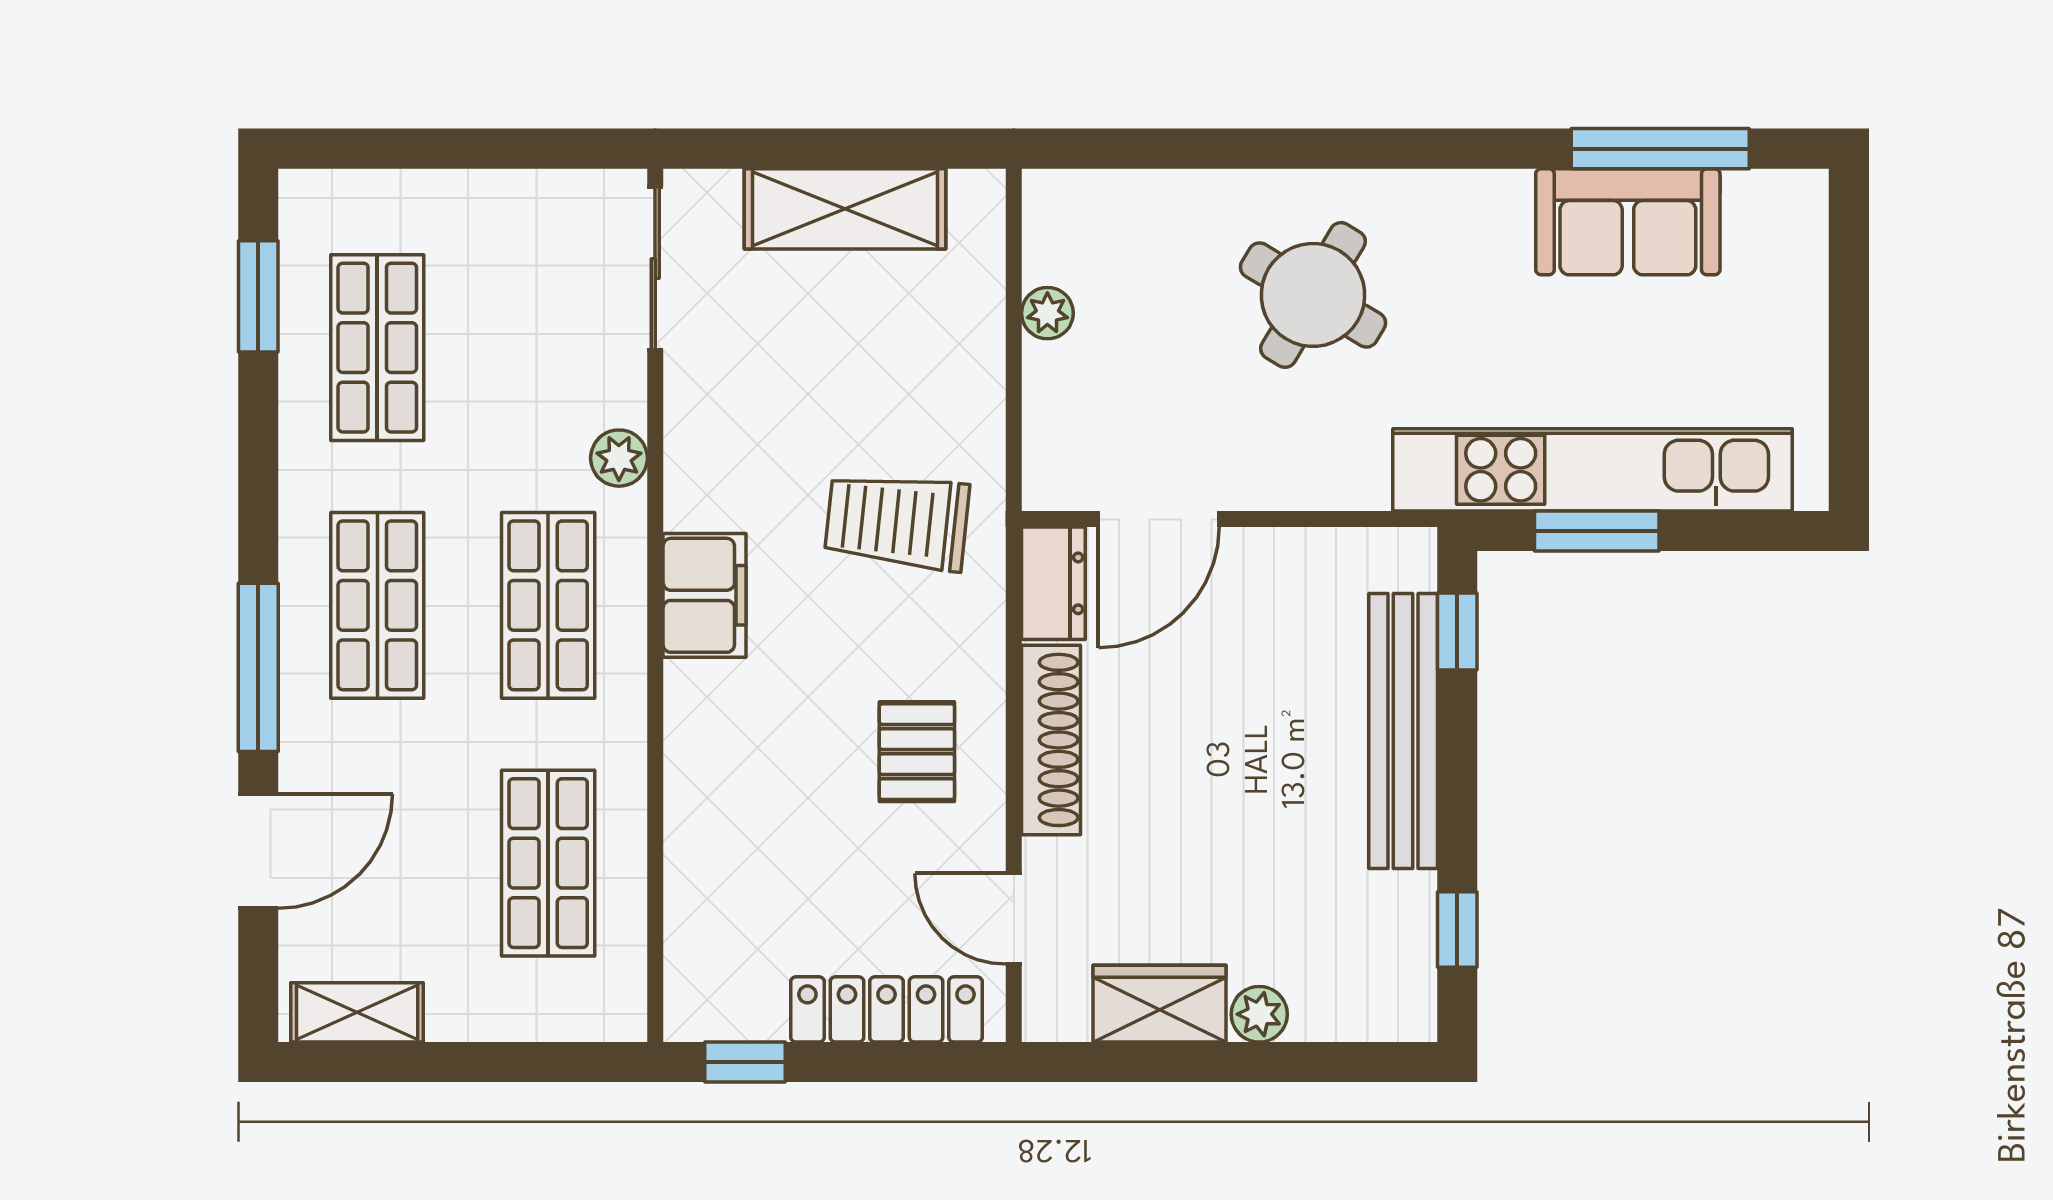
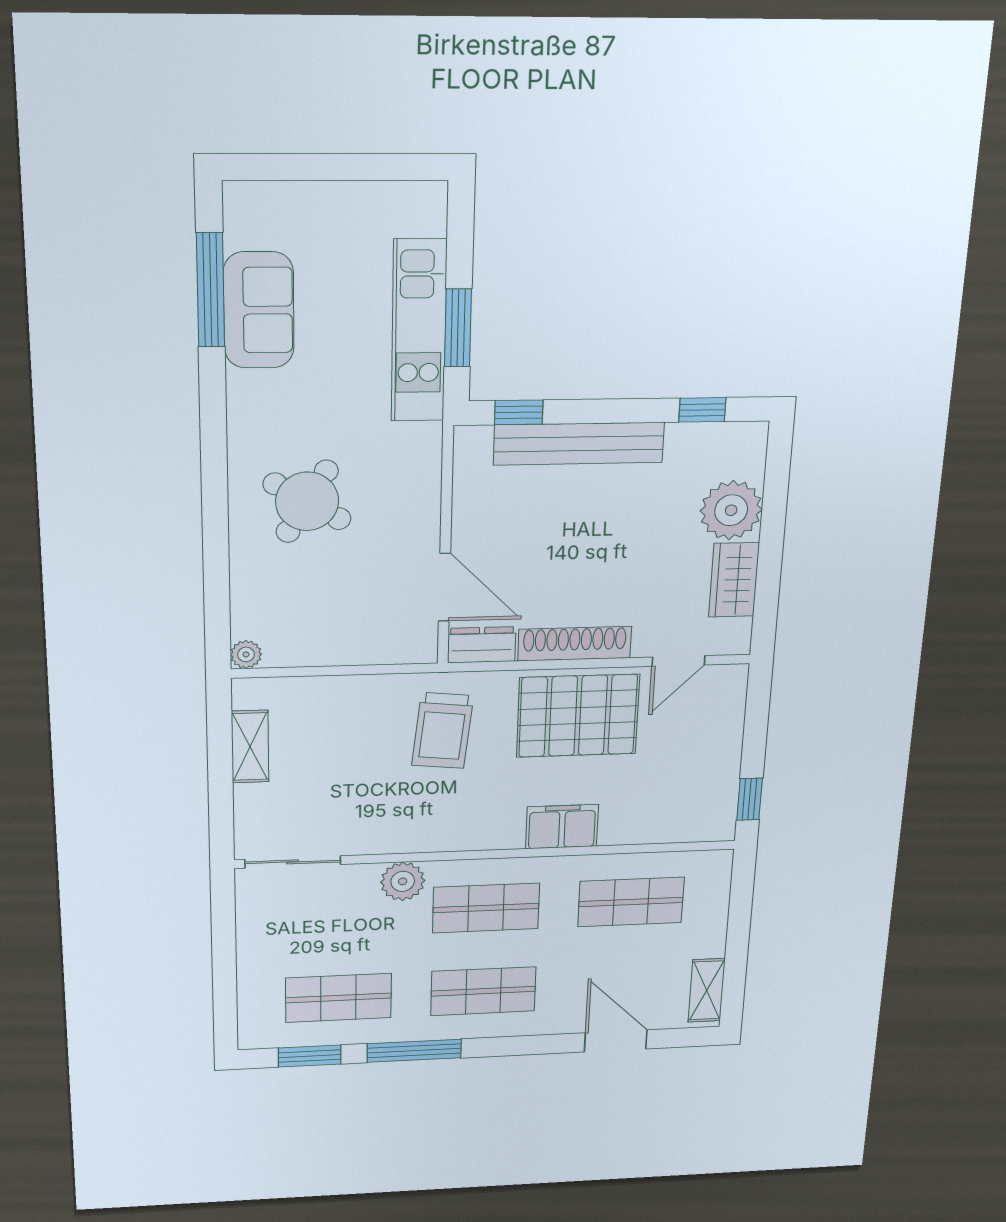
shelving: (845, 209) -> (250, 747), width x0.67, depth x0.75
plant: (1047, 313) -> (246, 654), moved
plant: (619, 458) -> (403, 881), width x1.38, depth x1.38
kitchen unit: (1593, 470) -> (419, 331), width x0.73
filing cabinet: (705, 595) -> (562, 827), moved
window: (258, 667) -> (414, 1051), moved
pallet: (917, 752) -> (578, 716), width x2.05, depth x2.00
locker: (887, 1009) -> (726, 727), removed
plant: (1259, 1014) -> (731, 510), width x1.87, depth x1.87

